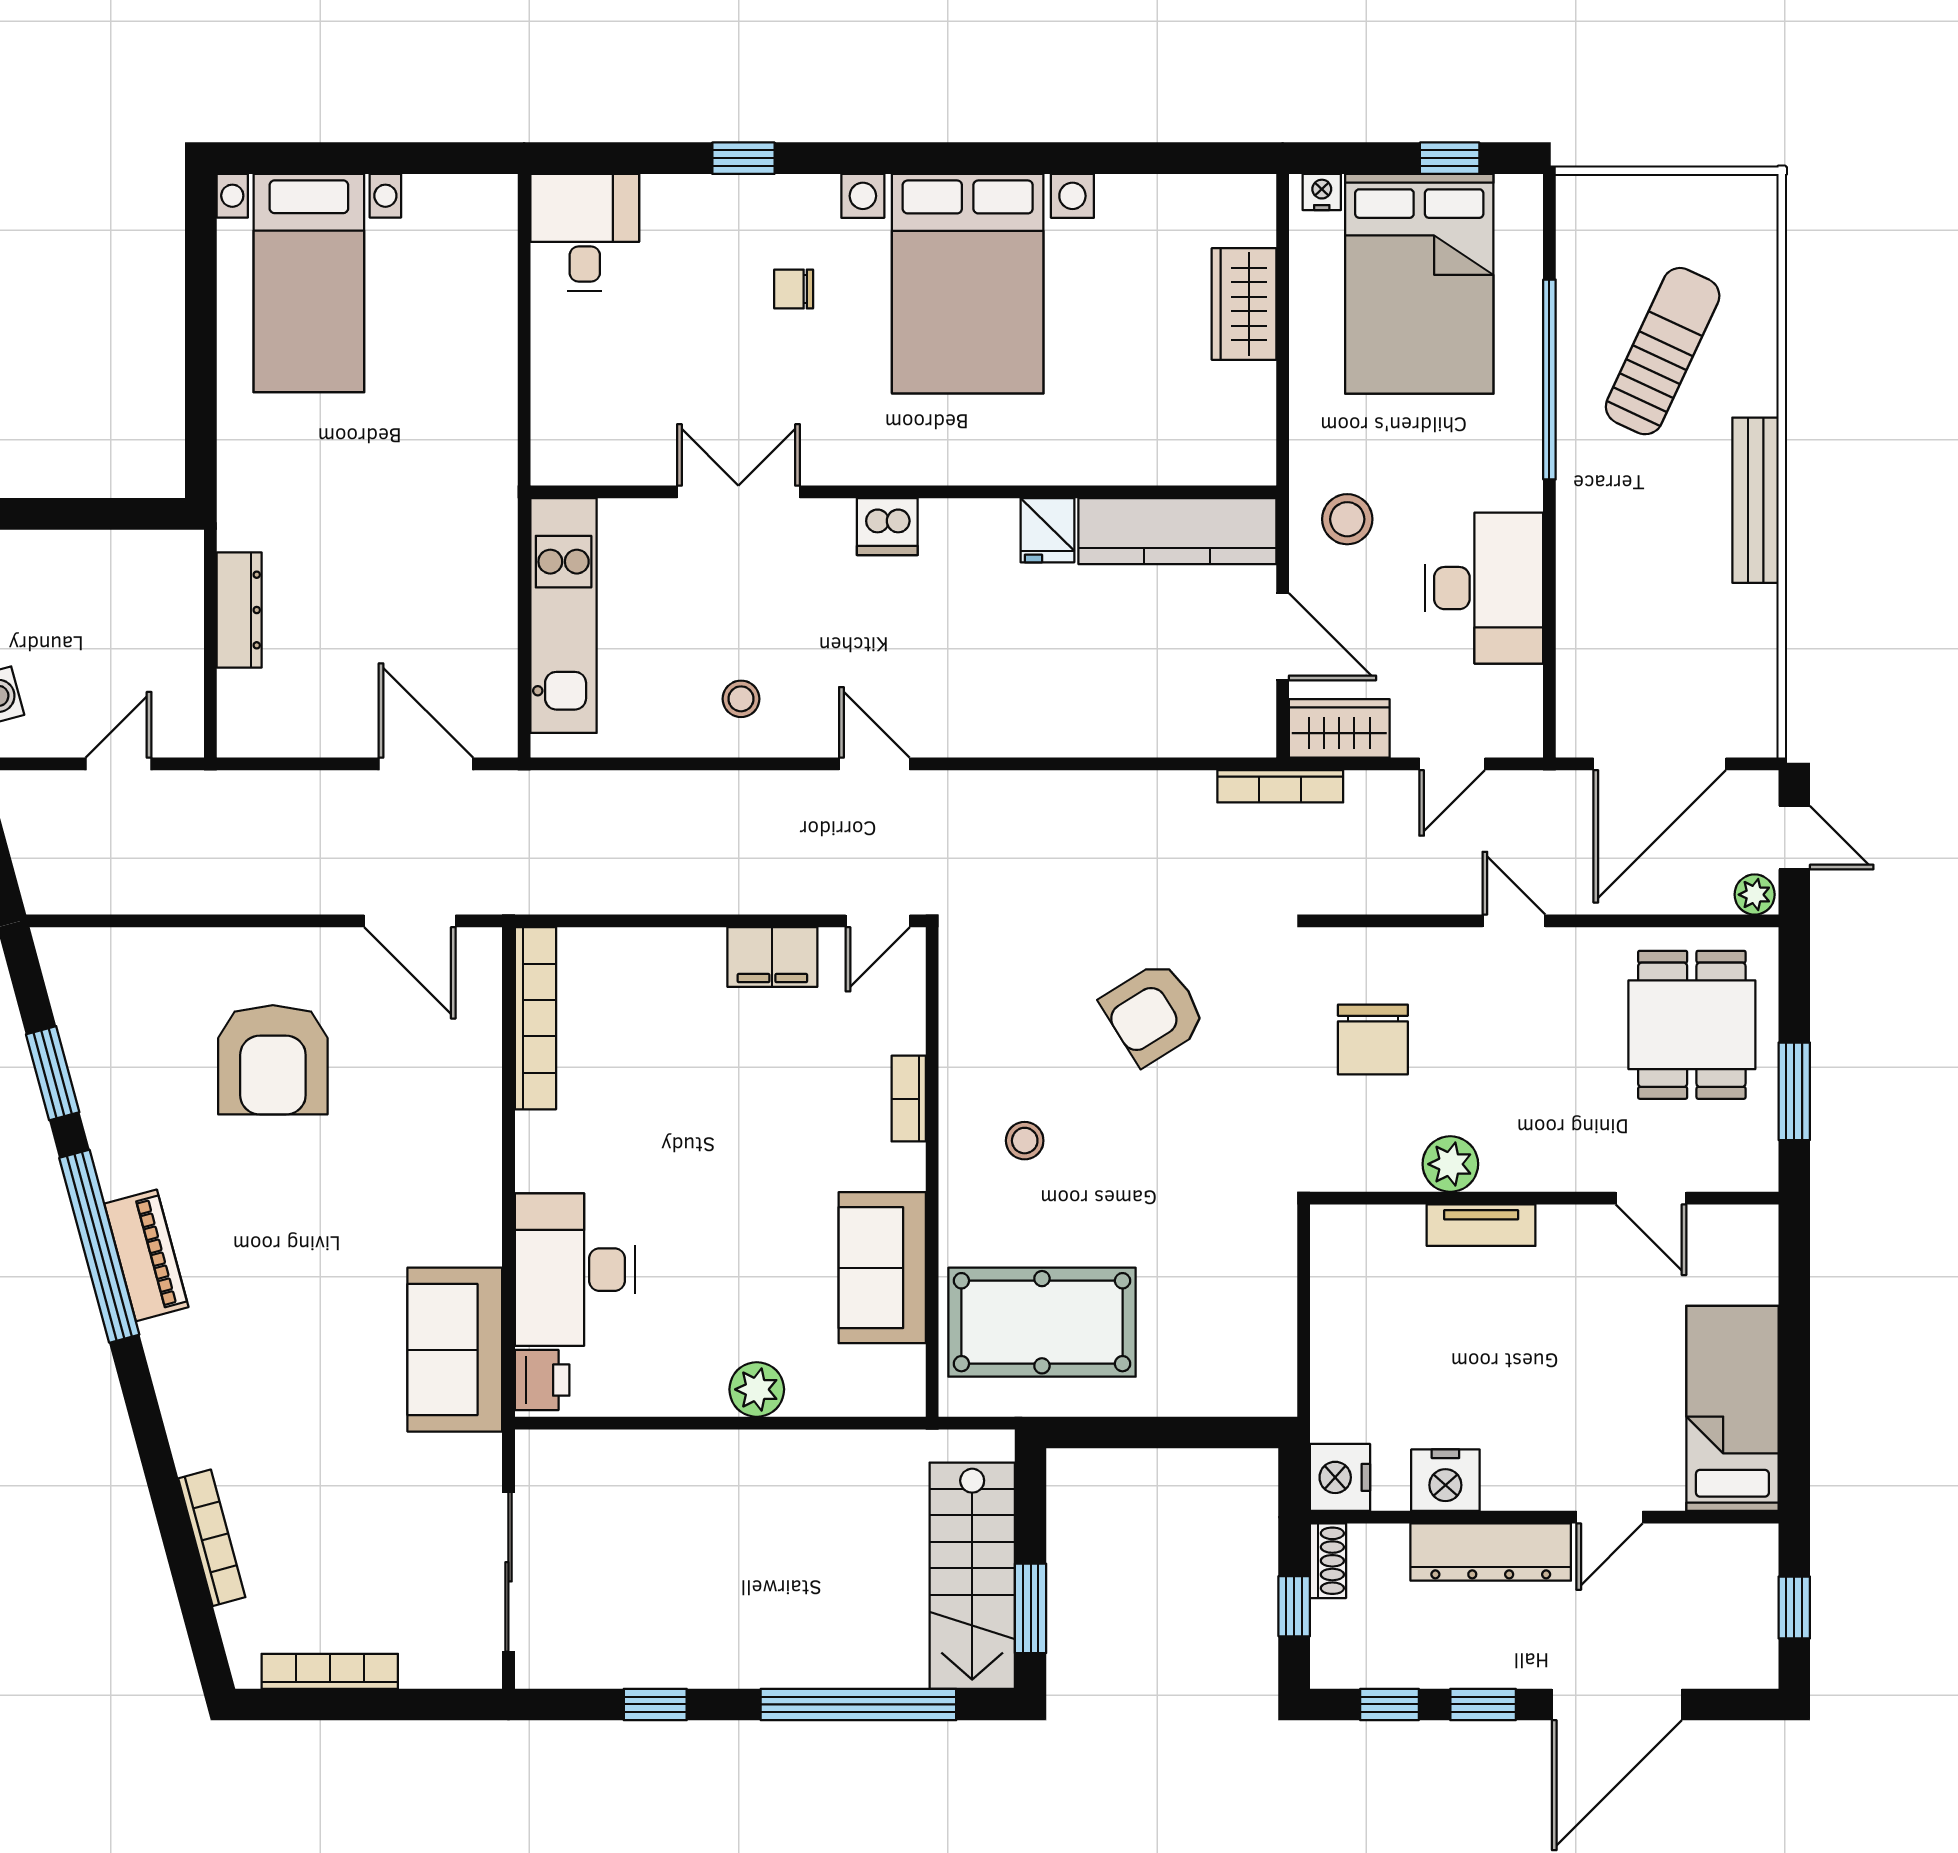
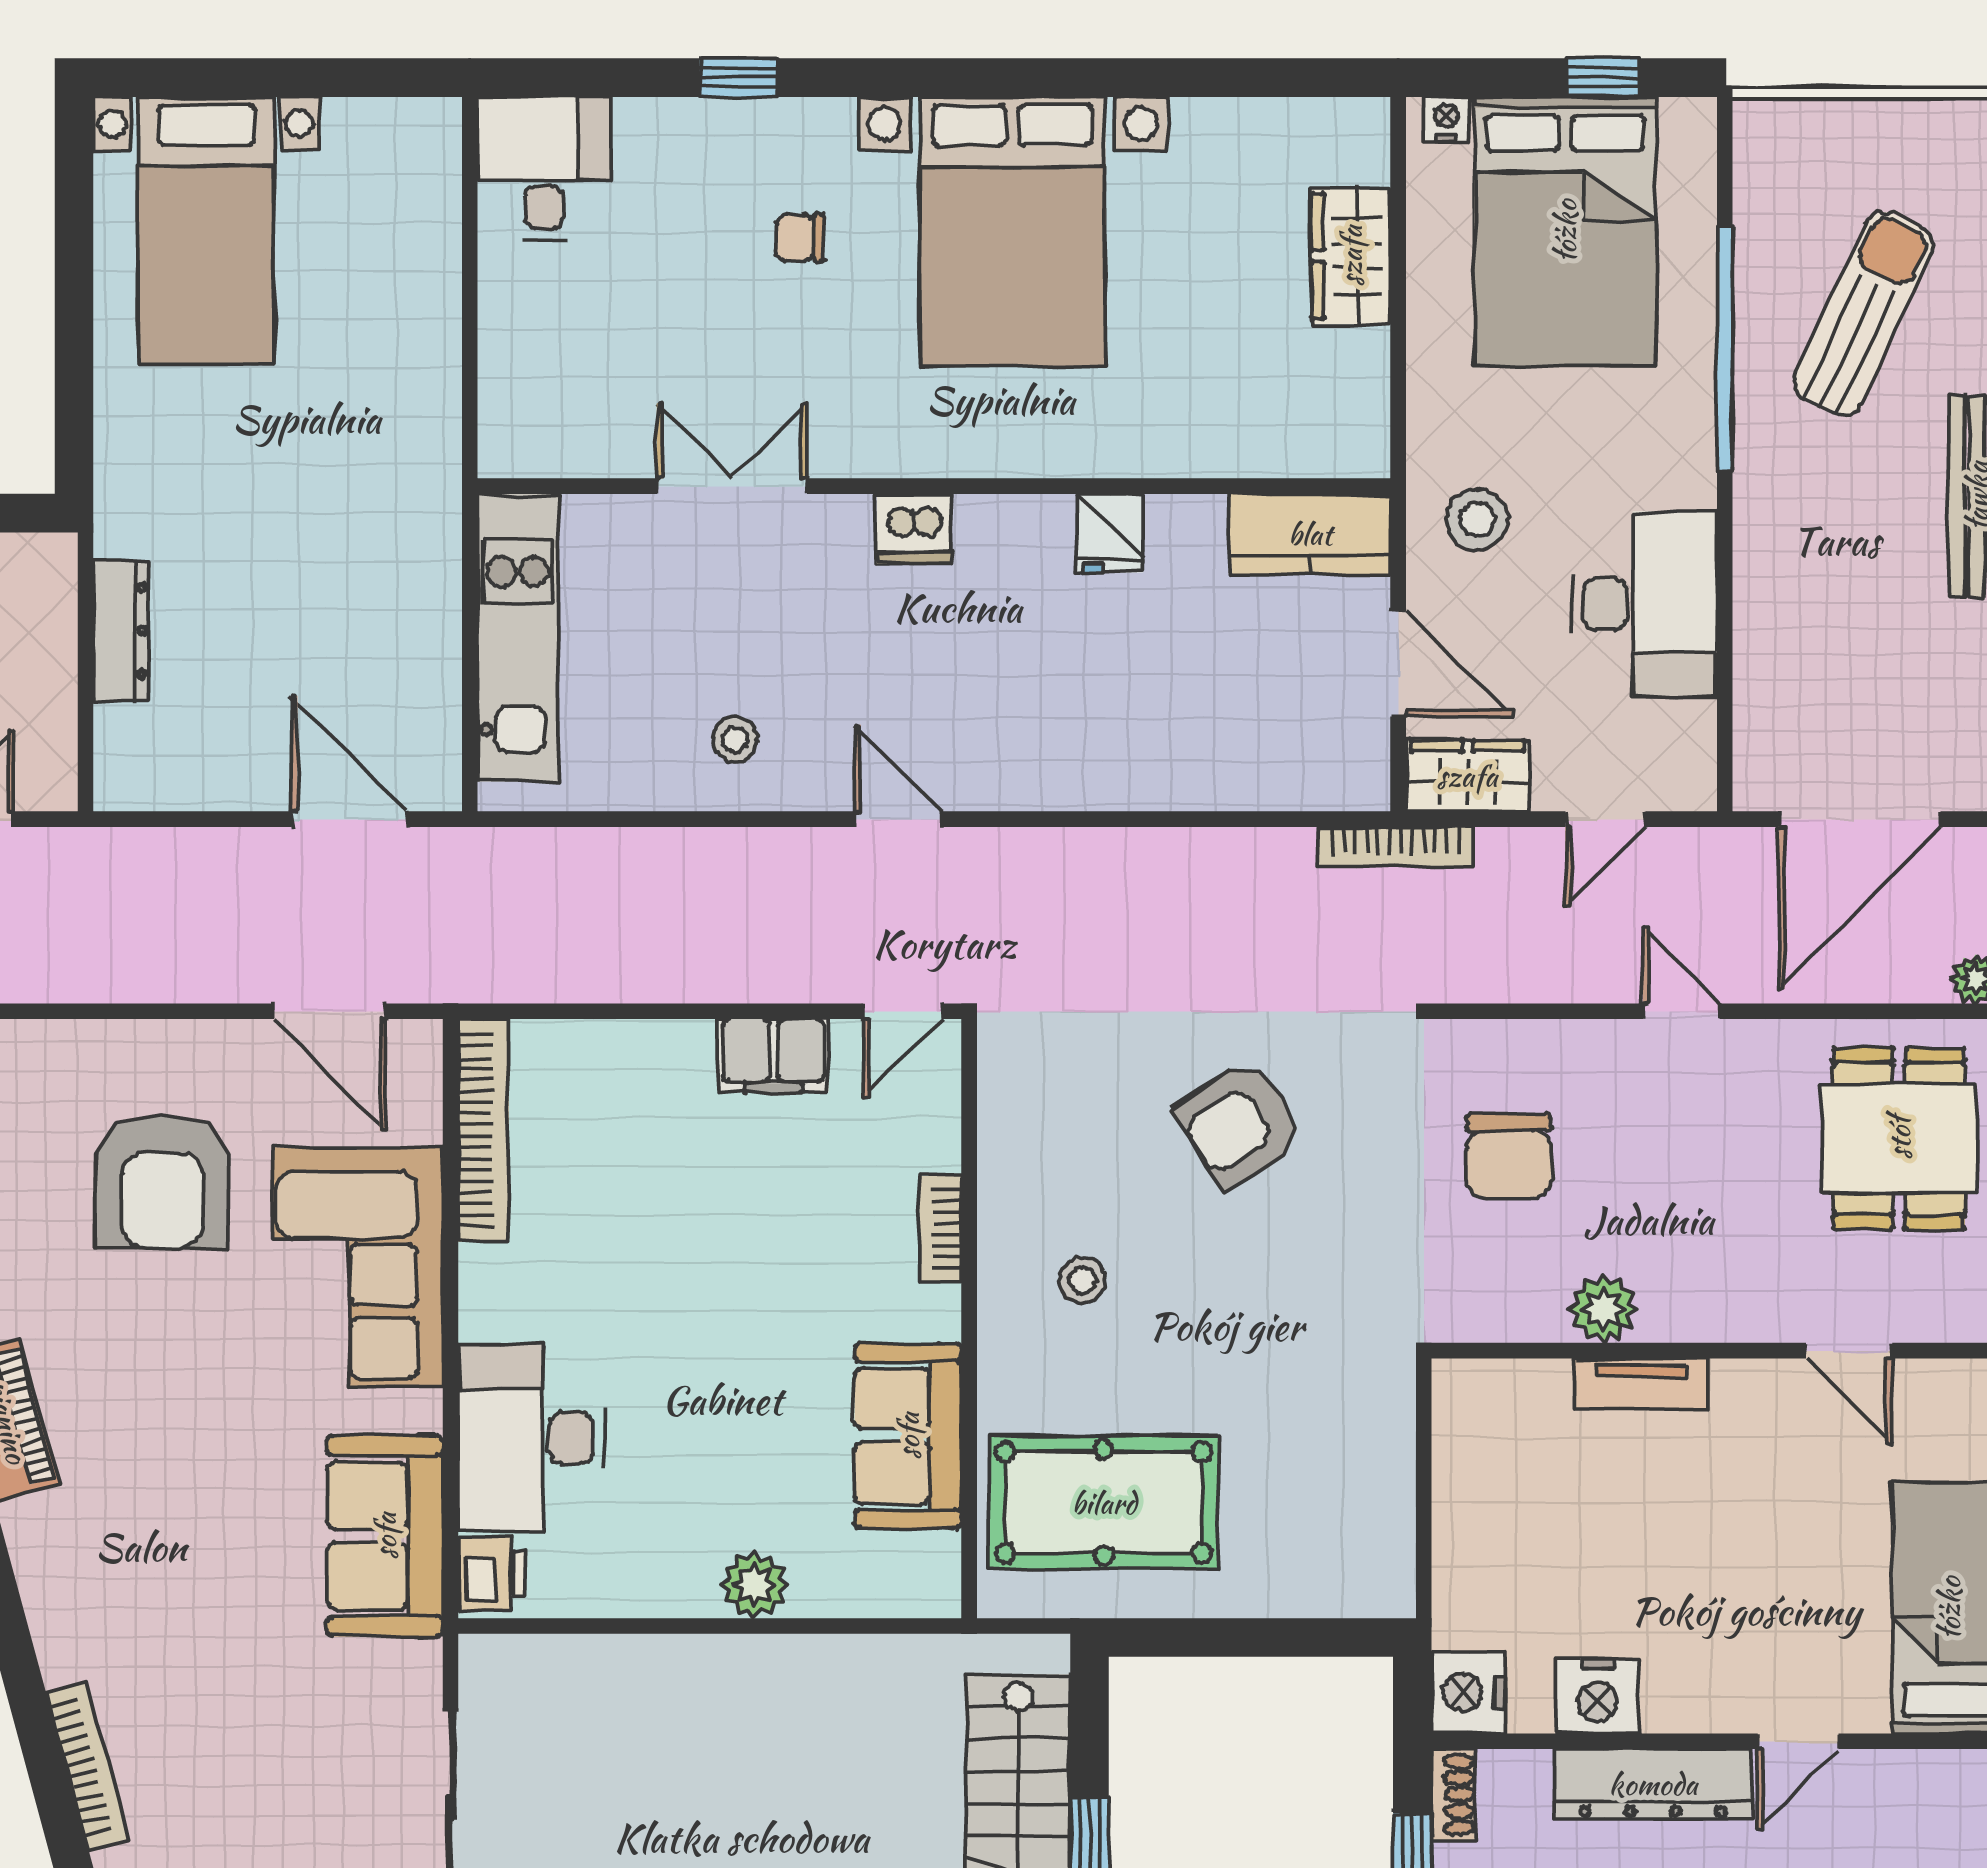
kitchen counter: (1177, 531) -> (1310, 534), width x0.67
corner sofa: (432, 1130) -> (357, 1267), added

